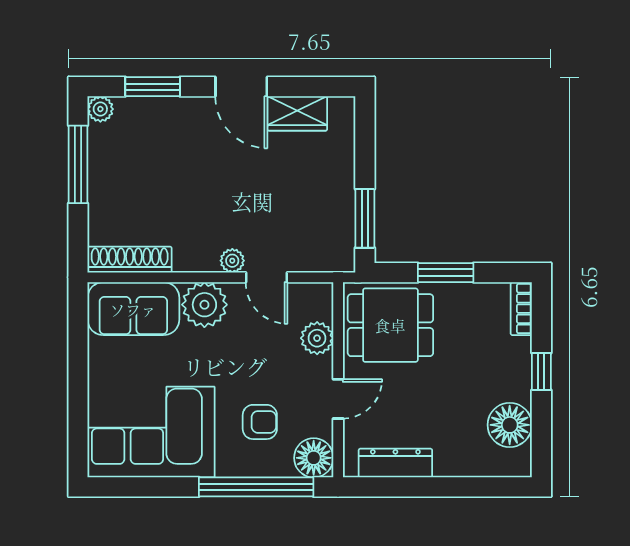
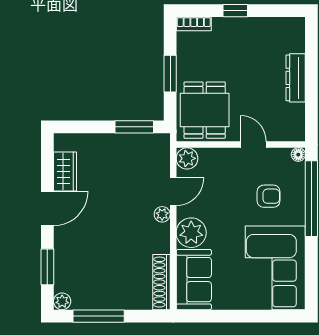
plant: (317, 338) -> (187, 158), moved
armchair: (260, 422) -> (269, 196), turned 90
floor lamp: (510, 425) -> (270, 31), removed
floor lamp: (314, 458) -> (298, 155), width x0.53, depth x0.53
dresser: (395, 463) -> (296, 78), moved

